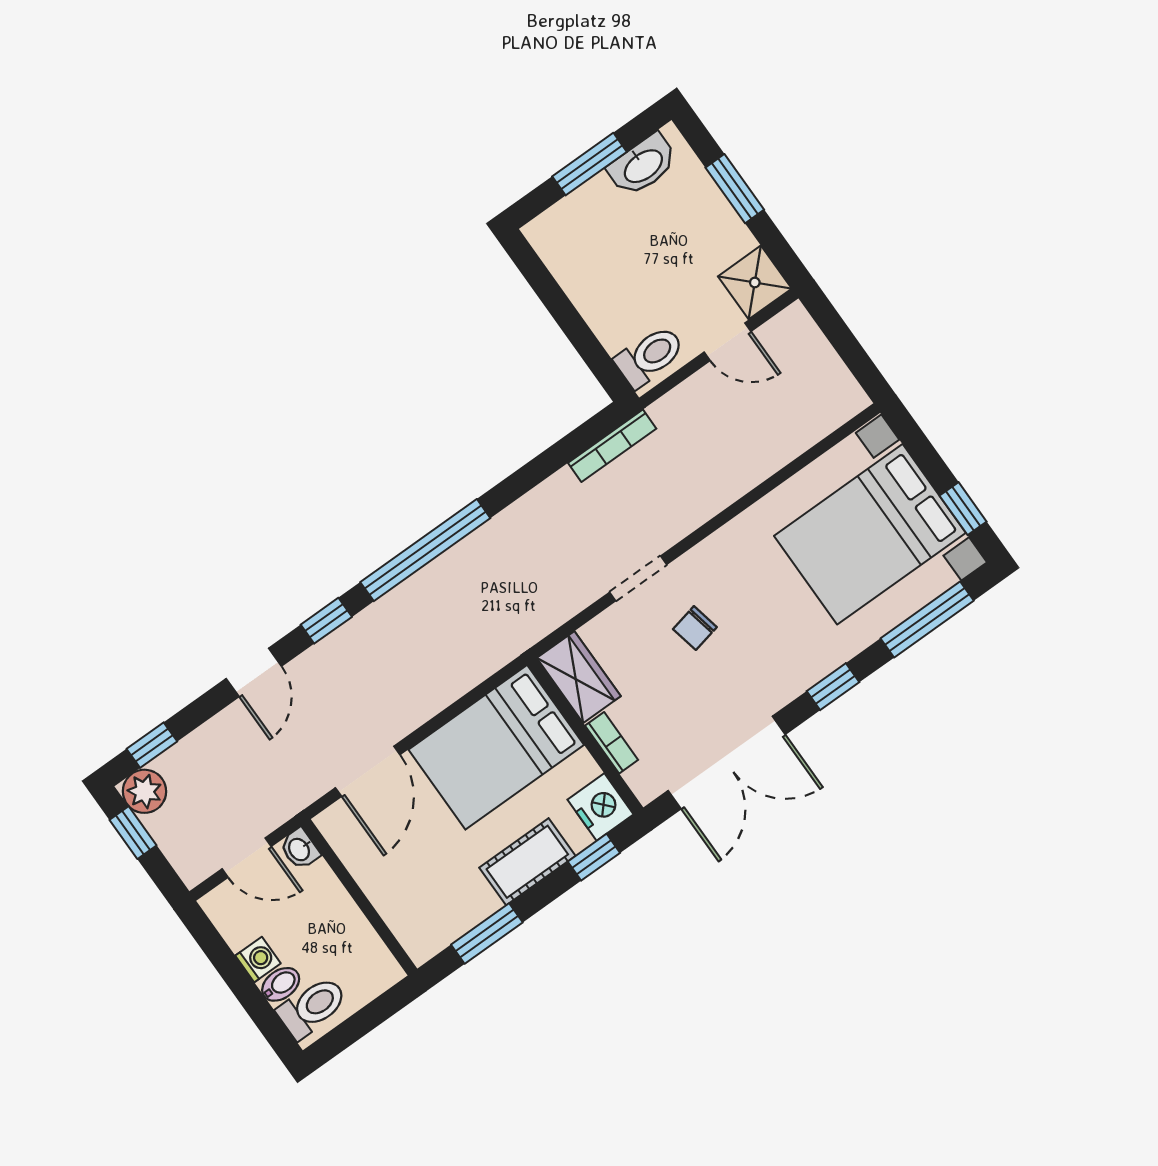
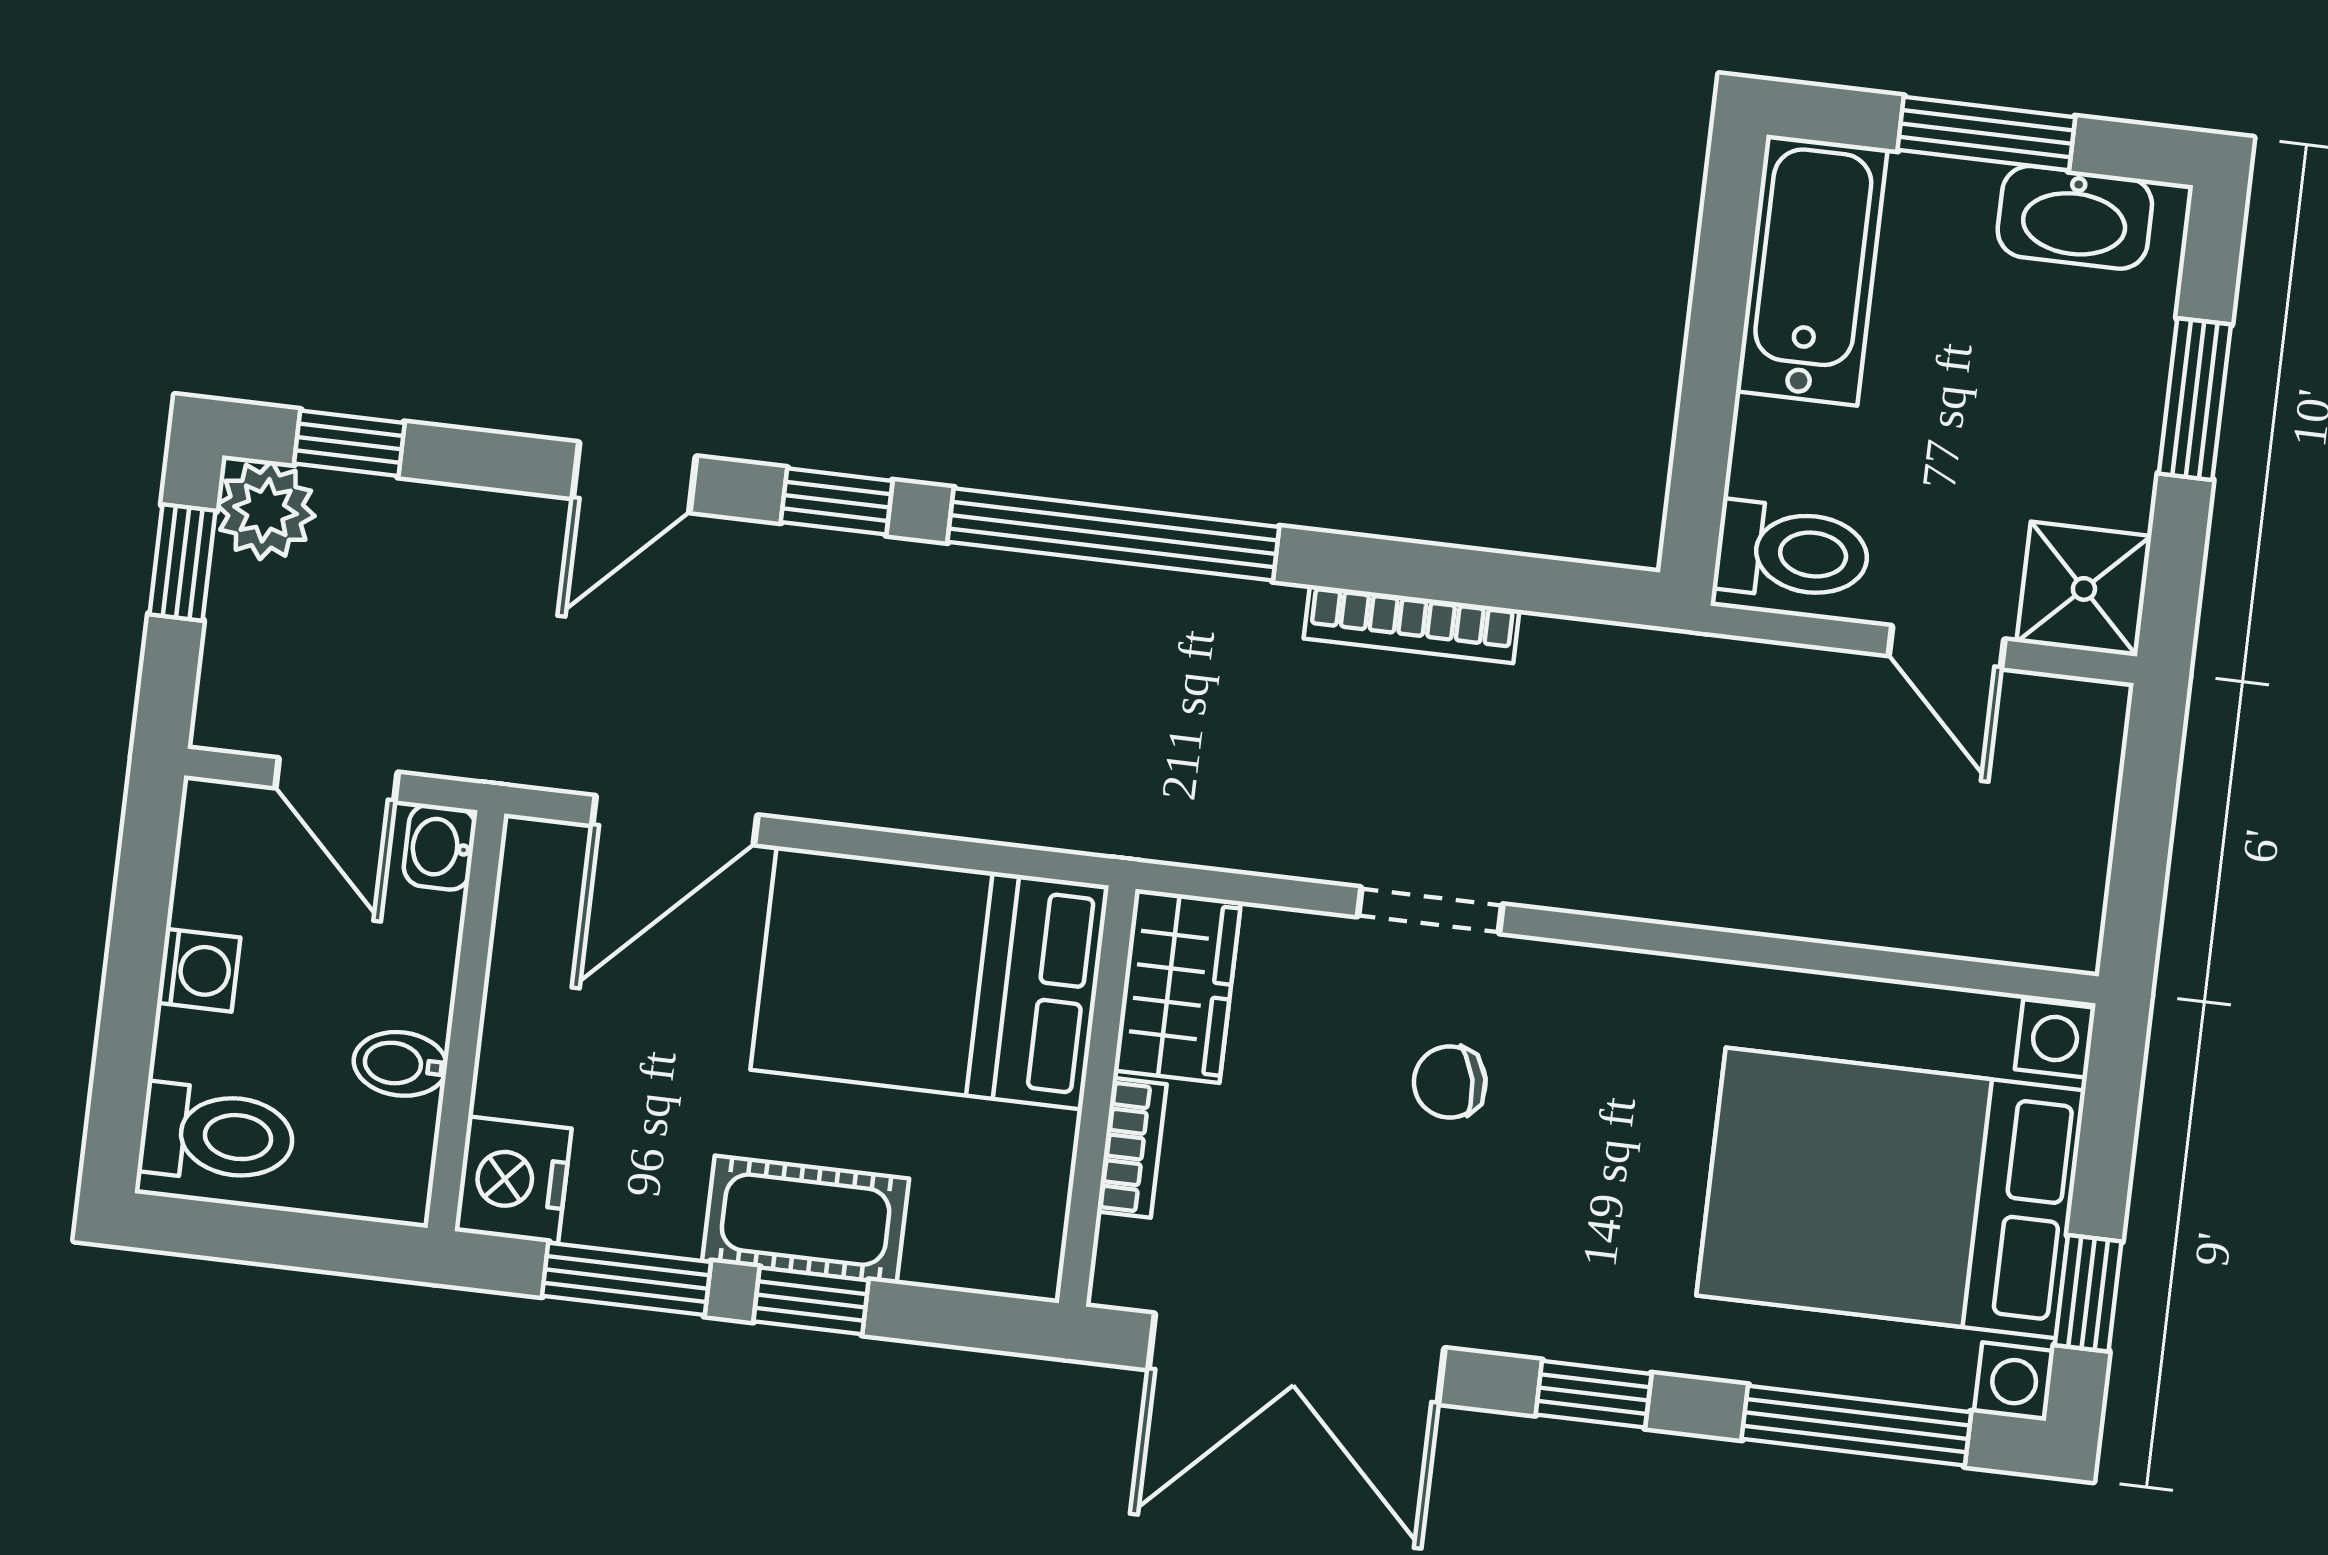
bathtub: (573, 260) -> (1812, 270), added
bookcase: (612, 446) -> (1412, 624), moved
nightstand: (601, 807) -> (513, 1180), moved, turned 180
window: (594, 857) -> (811, 1301), moved
bidet: (281, 984) -> (400, 1064), moved, turned 180

